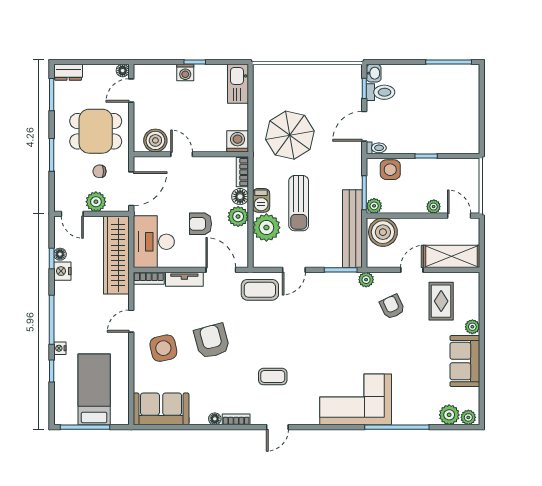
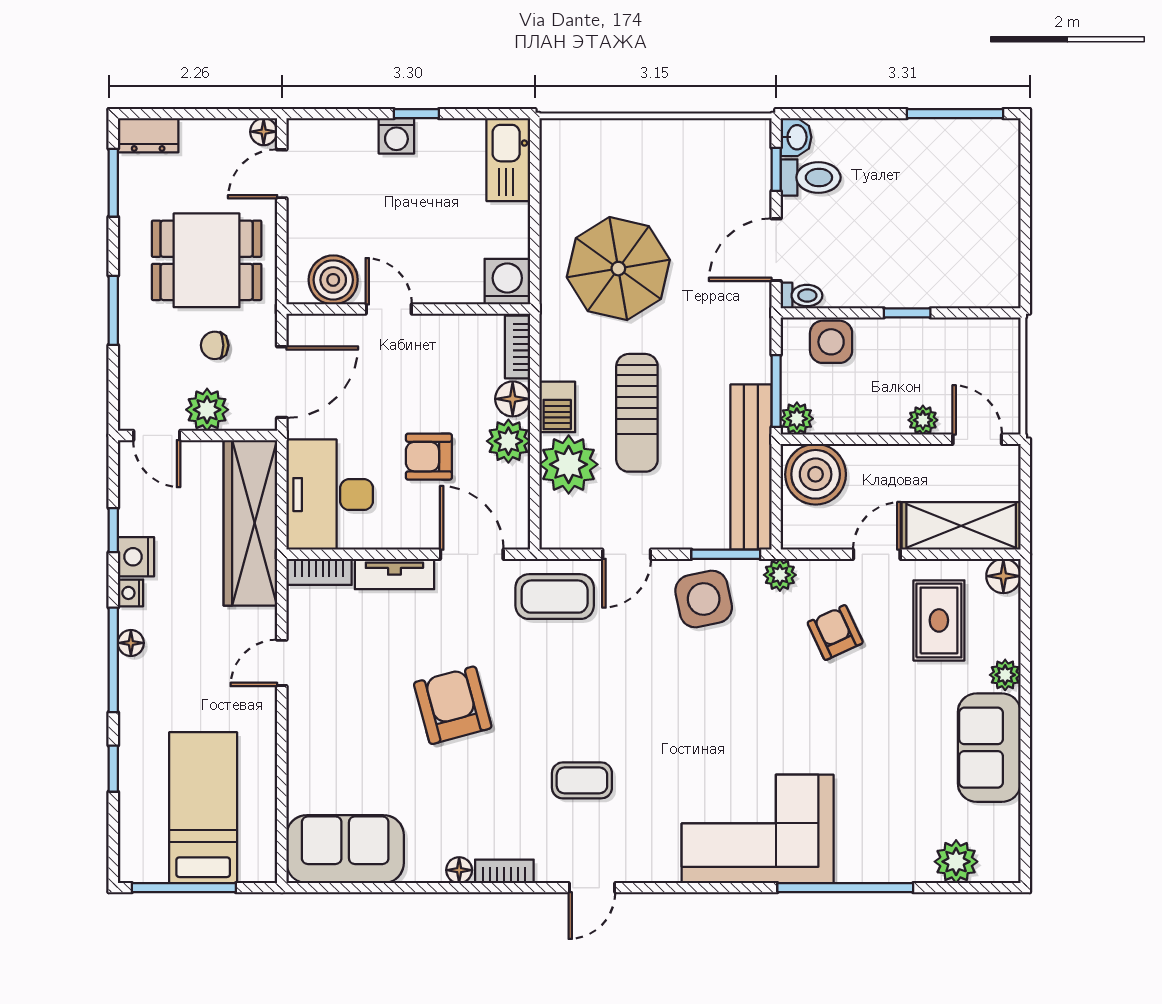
floor lamp: (60, 254) -> (131, 643), moved
floor lamp: (472, 280) -> (1003, 576), added
nightstand: (60, 348) -> (130, 593), moved
side table: (163, 348) -> (704, 599), moved
plant: (468, 417) -> (997, 867), removed

